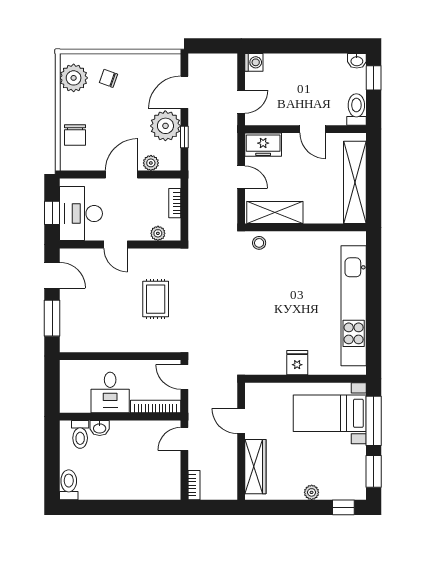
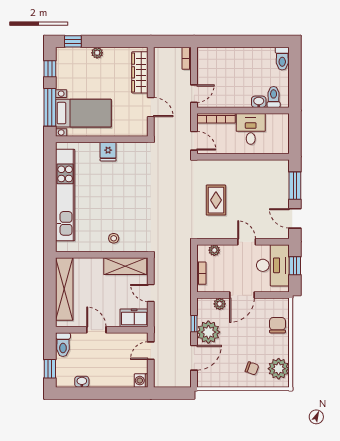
washbasin: (357, 61) -> (82, 382), moved
stool: (259, 243) -> (114, 238), moved
window: (374, 471) -> (50, 69), width x0.67

